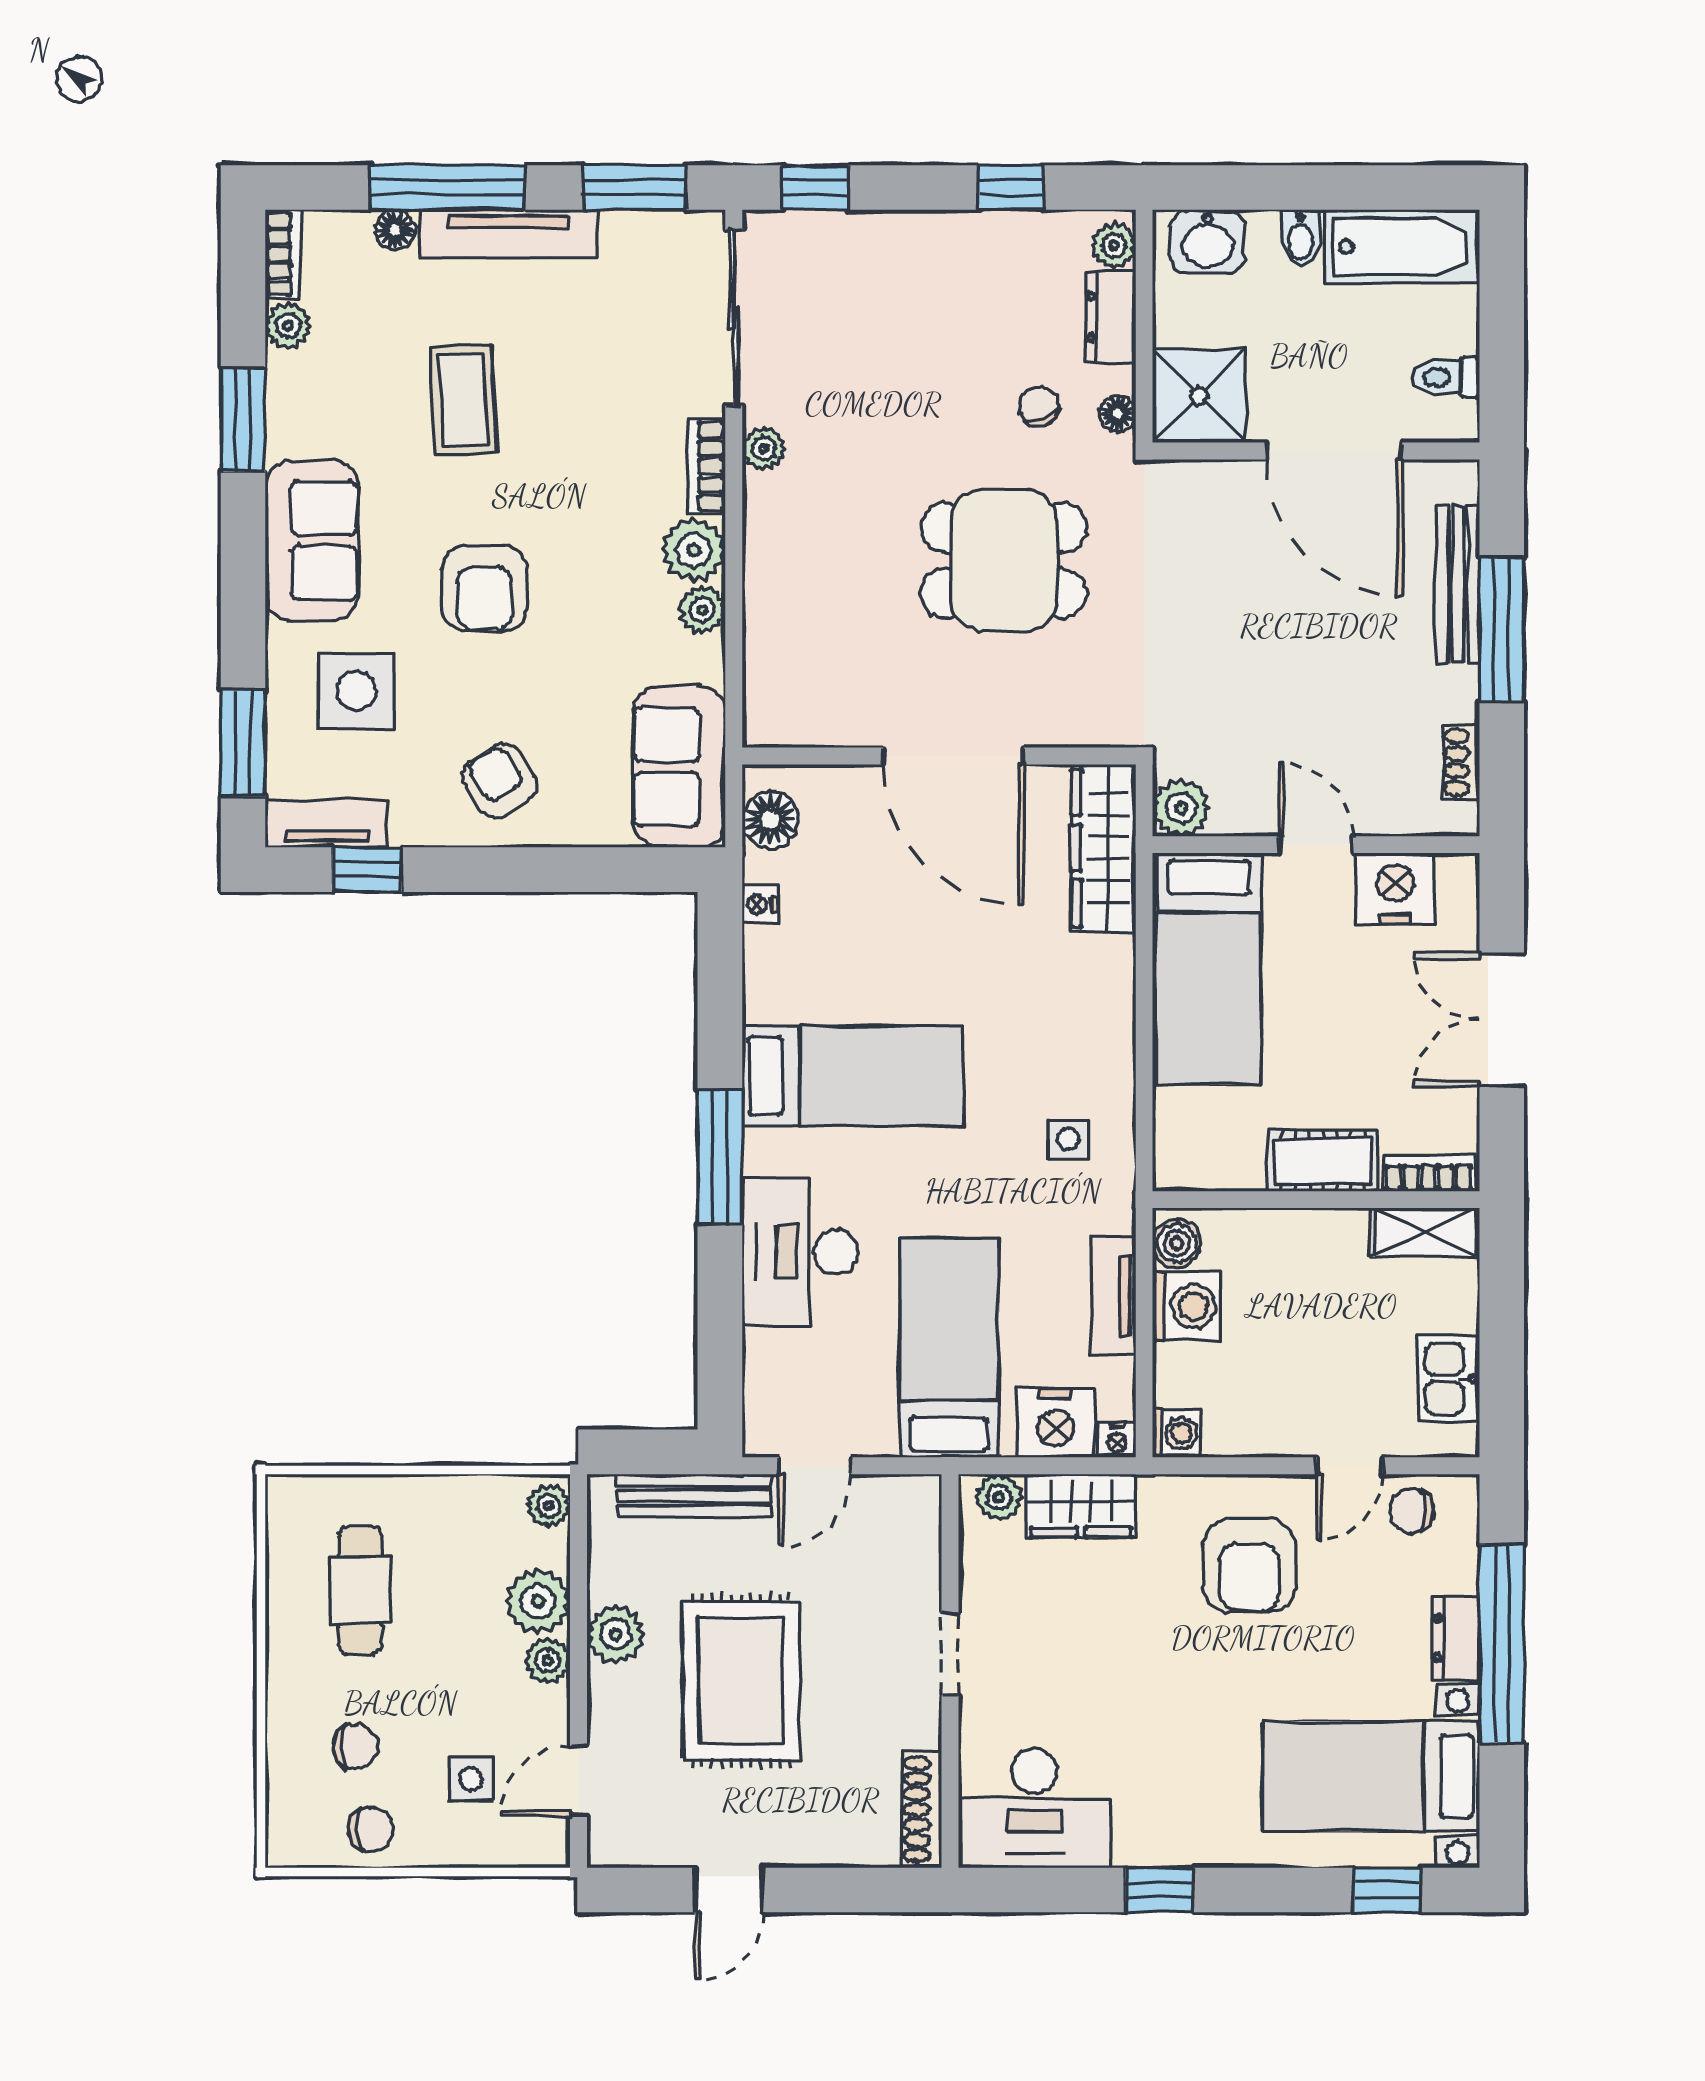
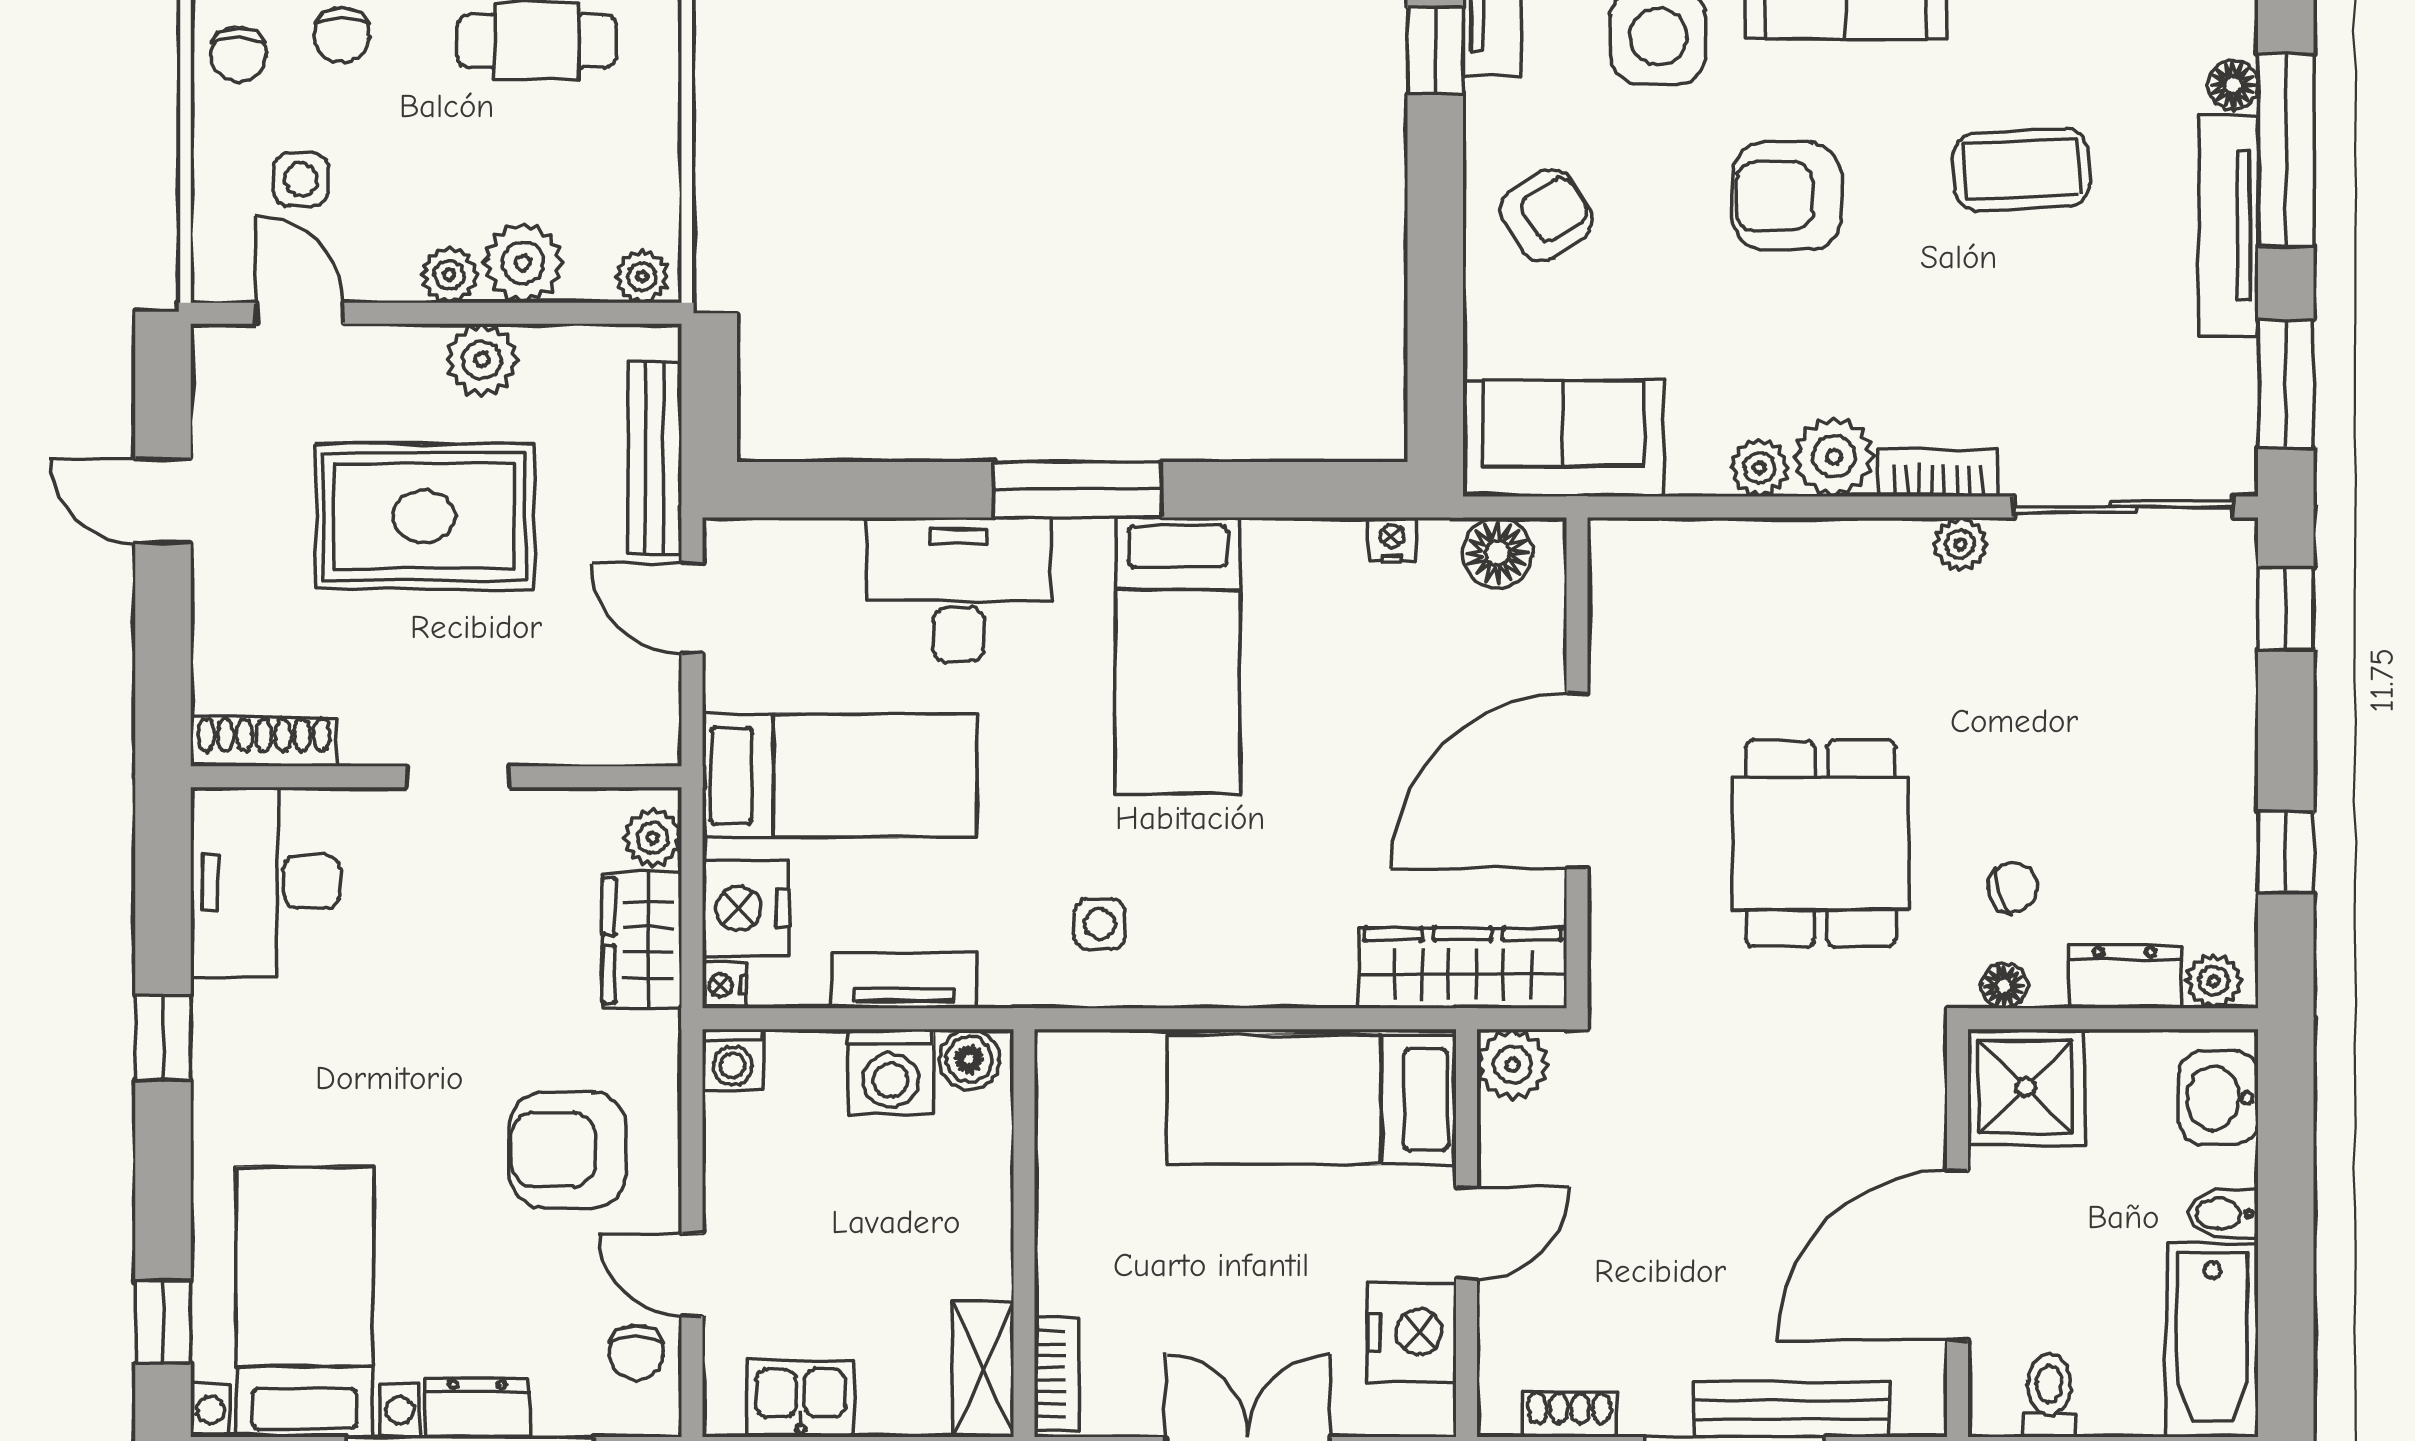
cot: (1323, 1161) -> (1072, 1242), removed
chair: (1412, 1510) -> (636, 1353), turned 180

